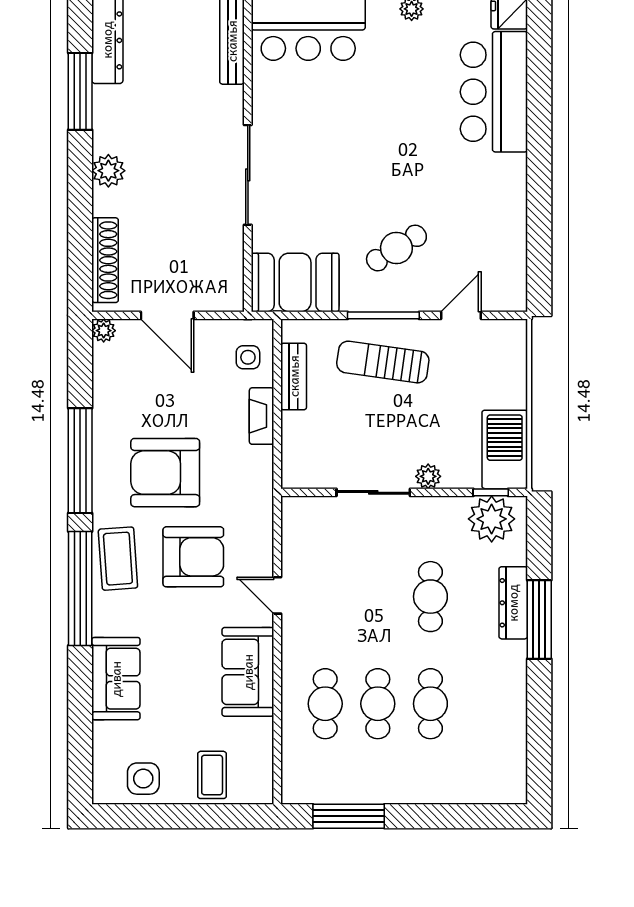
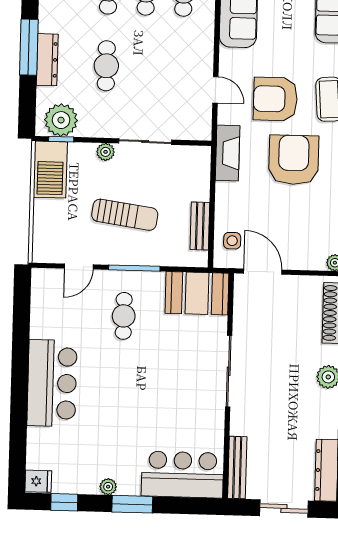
bar counter: (494, 92) -> (52, 383), moved
cafe table: (396, 248) -> (124, 316), turned -58
door: (167, 315) -> (263, 272), moved
sun lounger: (383, 362) -> (125, 215), moved
fireplace: (262, 416) -> (228, 153), moved, width x1.37, depth x1.32
armchair: (165, 473) -> (294, 160), turned -90
door: (277, 595) -> (215, 90), moved

